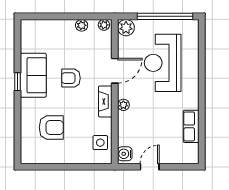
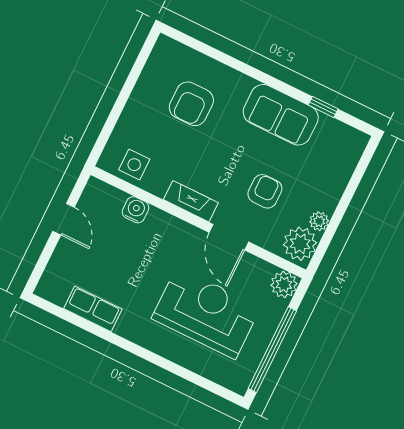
plant: (104, 25) -> (300, 244), width x1.88, depth x1.88
armchair: (71, 78) -> (265, 191), moved
window: (17, 82) -> (323, 107), moved
plant: (123, 105) -> (173, 225), removed
water cooler: (125, 154) -> (136, 210), moved

